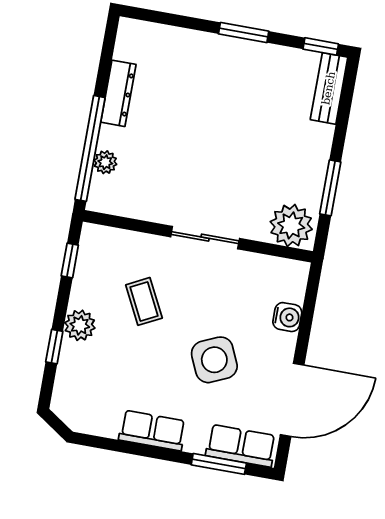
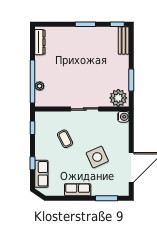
dresser: (118, 93) -> (40, 42), moved
water cooler: (287, 317) -> (123, 117), moved
plant: (80, 325) -> (41, 153), removed
row of seats: (241, 446) -> (41, 174), moved, turned 90

